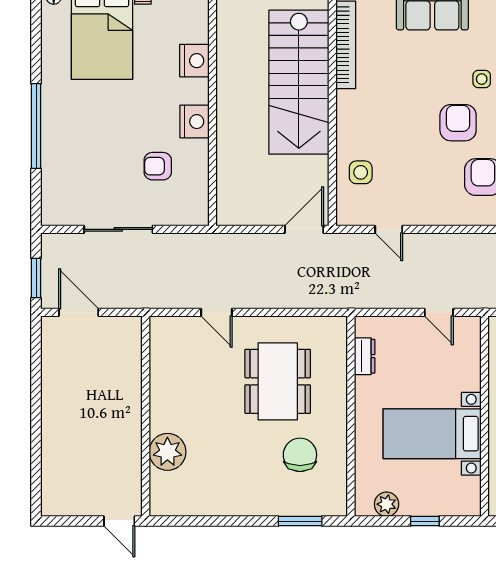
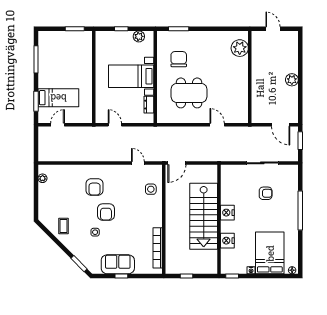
stairs: (299, 82) -> (204, 216), moved, turned 180
armchair: (158, 166) -> (266, 193), moved
dining table: (278, 381) -> (189, 93), turned 90
plant: (54, 410) -> (292, 80), added
bed with nightstands: (432, 434) -> (131, 76), moved, turned 180
plant: (167, 452) -> (240, 48), moved
chair: (300, 455) -> (179, 59), turned 180
door: (119, 521) -> (273, 29), moved

